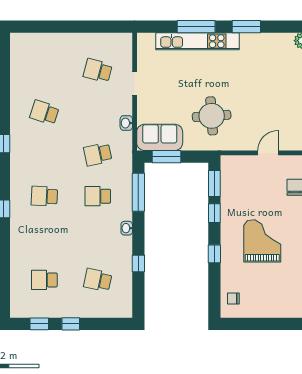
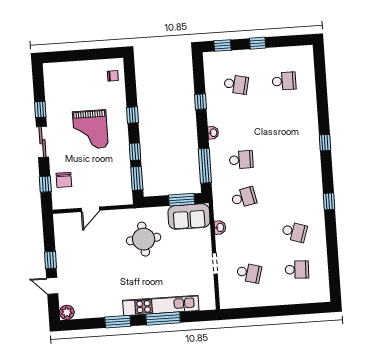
school desk: (44, 196) -> (297, 270), moved
window: (39, 324) -> (223, 46), moved

